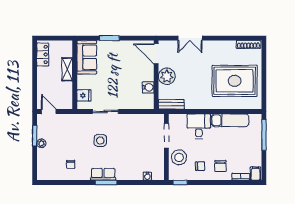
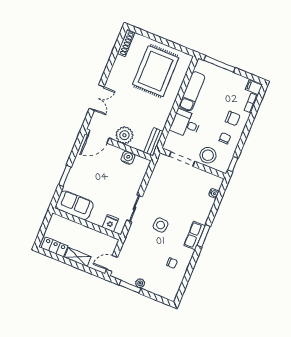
shelving: (67, 69) -> (78, 257), moved

